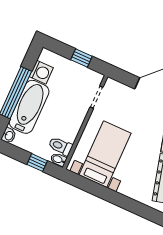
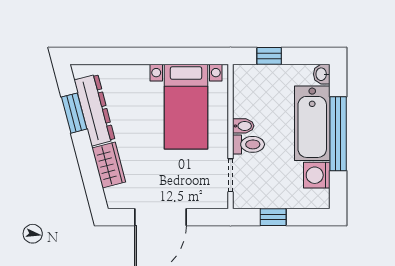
toilet: (60, 146) -> (248, 144), moved
bidet: (58, 160) -> (243, 126), moved

